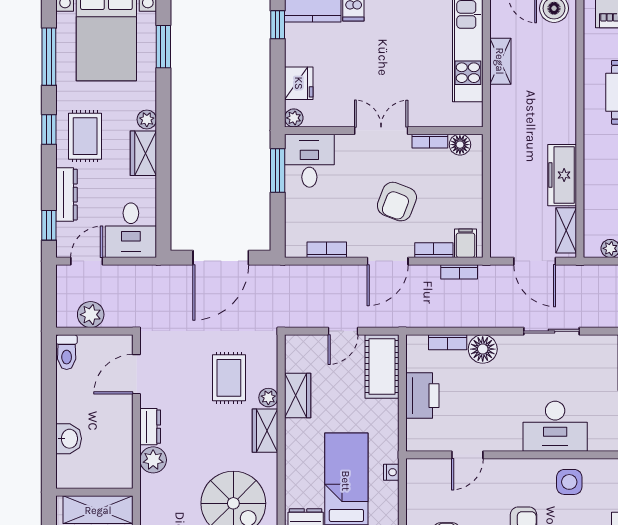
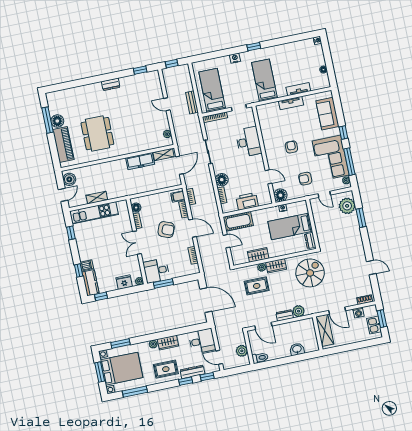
window: (49, 129) -> (186, 381), moved
floor lamp: (421, 473) -> (280, 195), added
side table: (569, 482) -> (271, 131), removed

